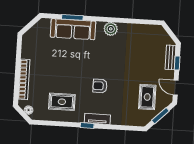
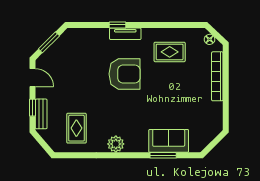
sofa: (73, 29) -> (169, 141), width x0.73
armchair: (100, 86) -> (125, 74), width x1.88, depth x1.88
rug: (147, 97) -> (76, 128), moved
window: (87, 126) -> (117, 25), moved

